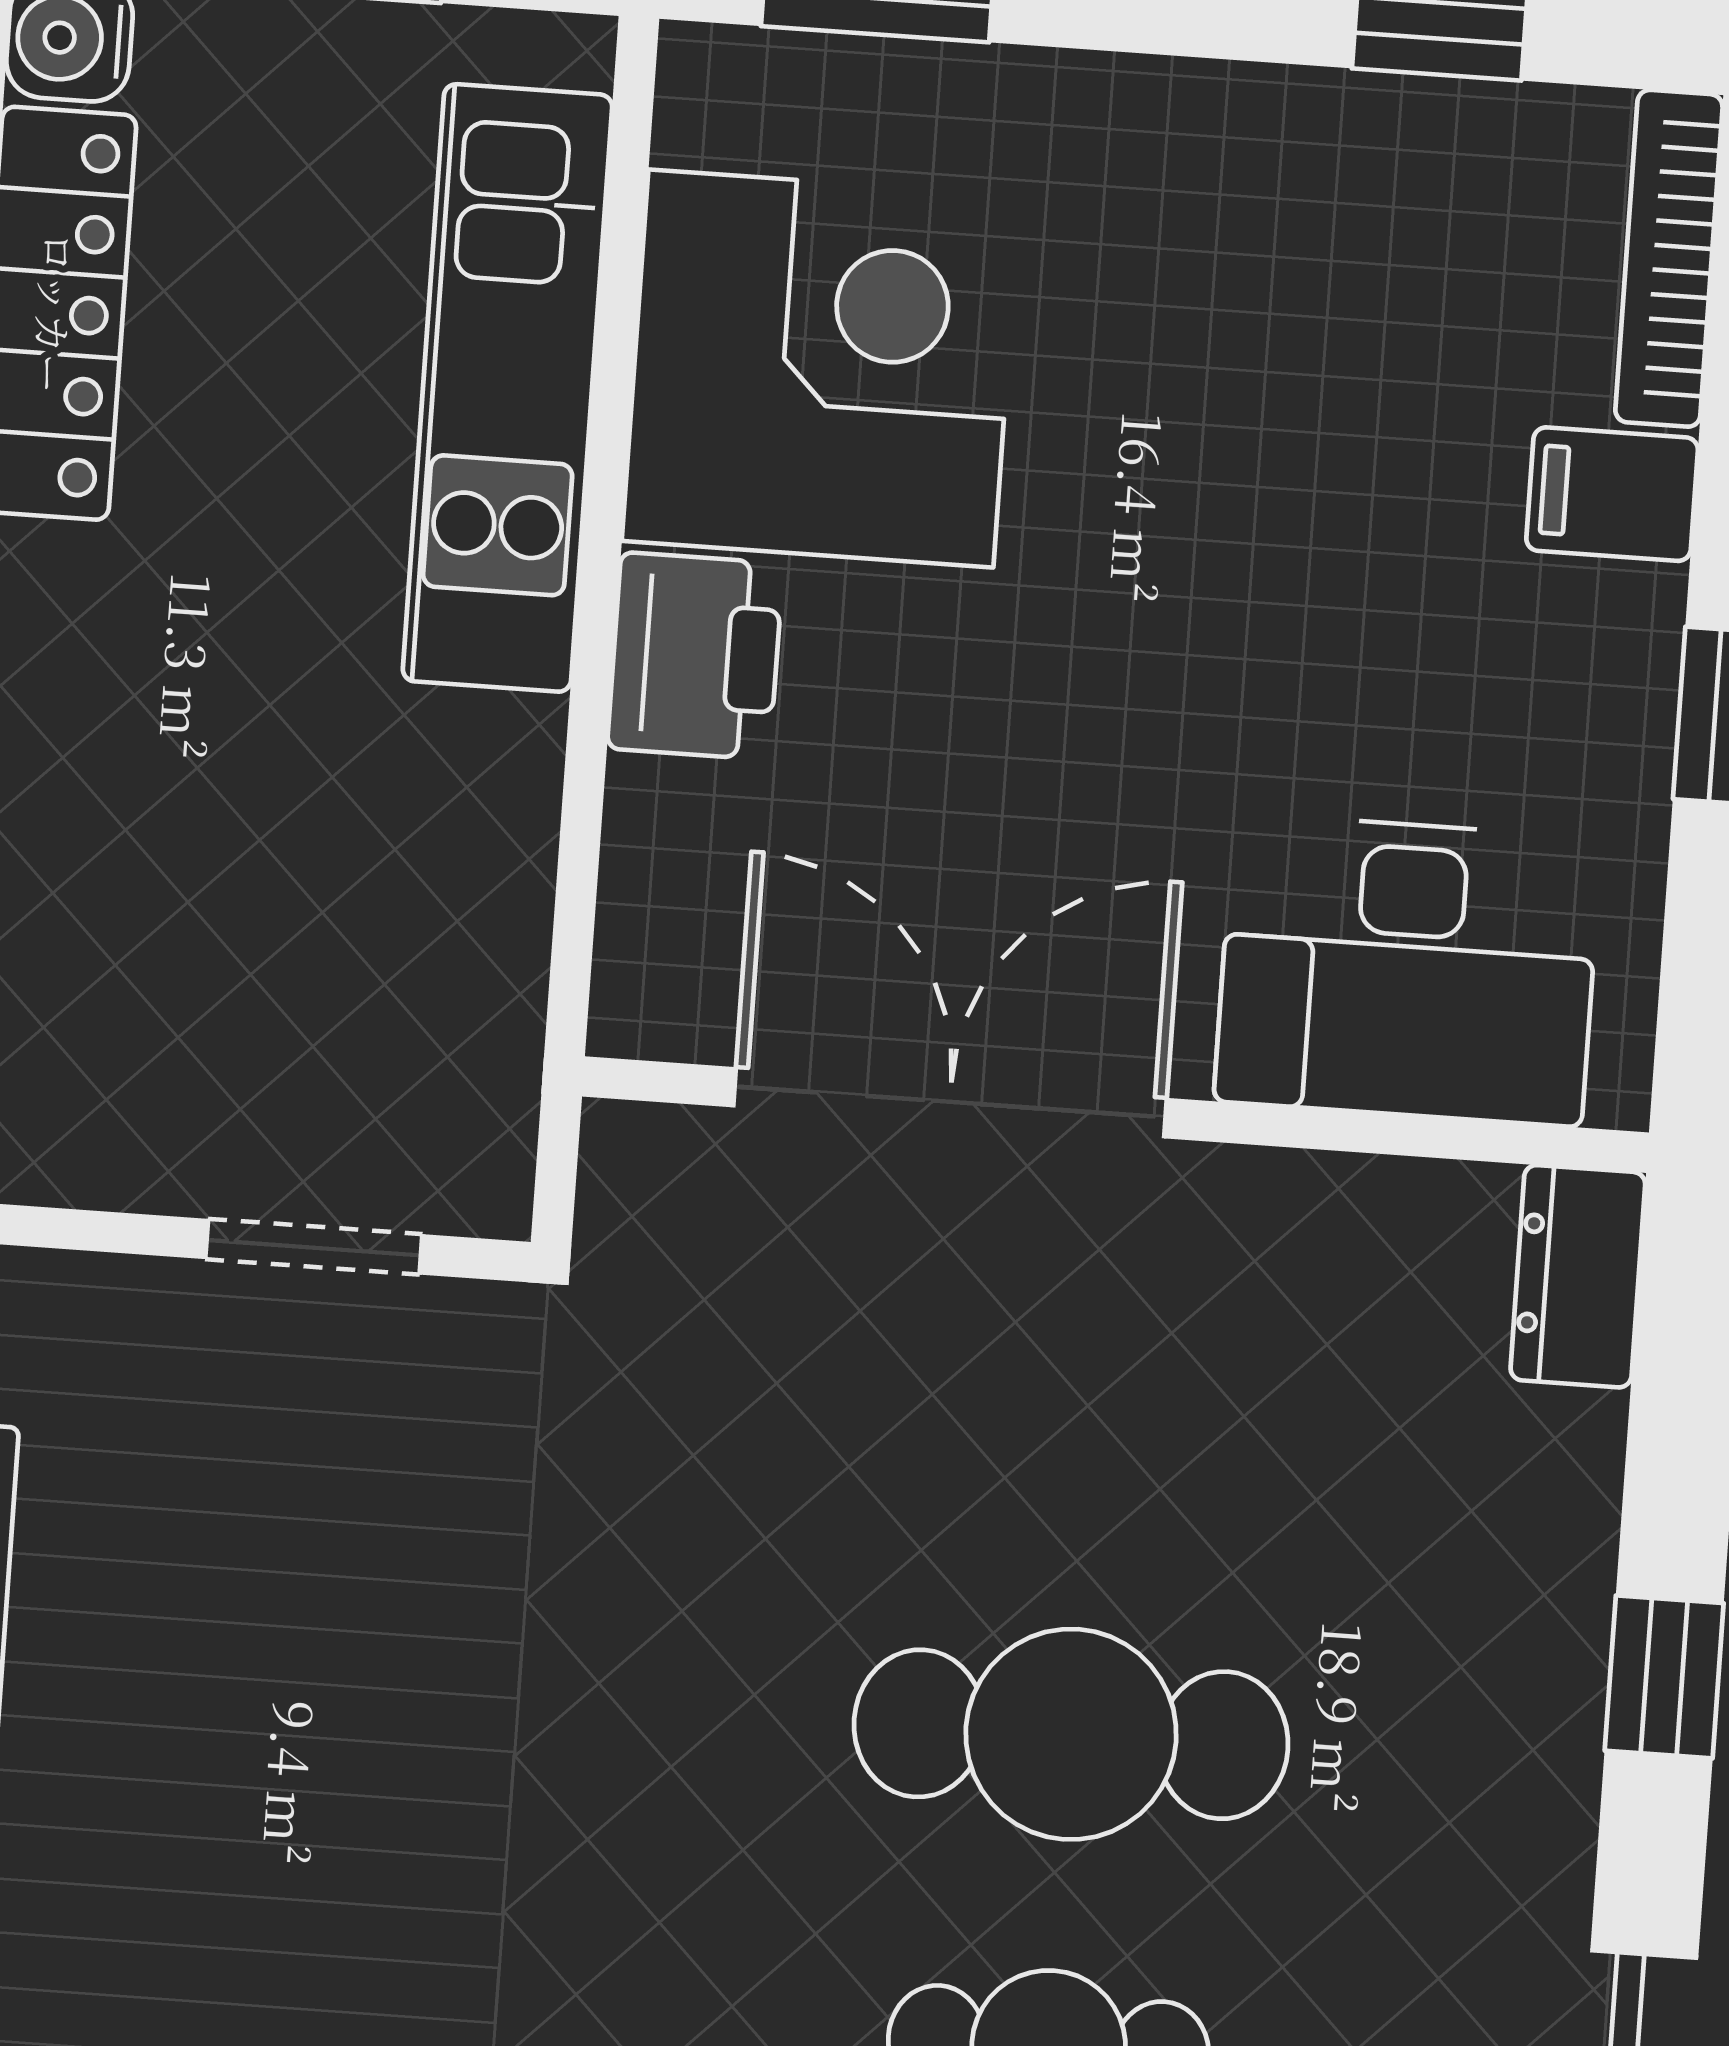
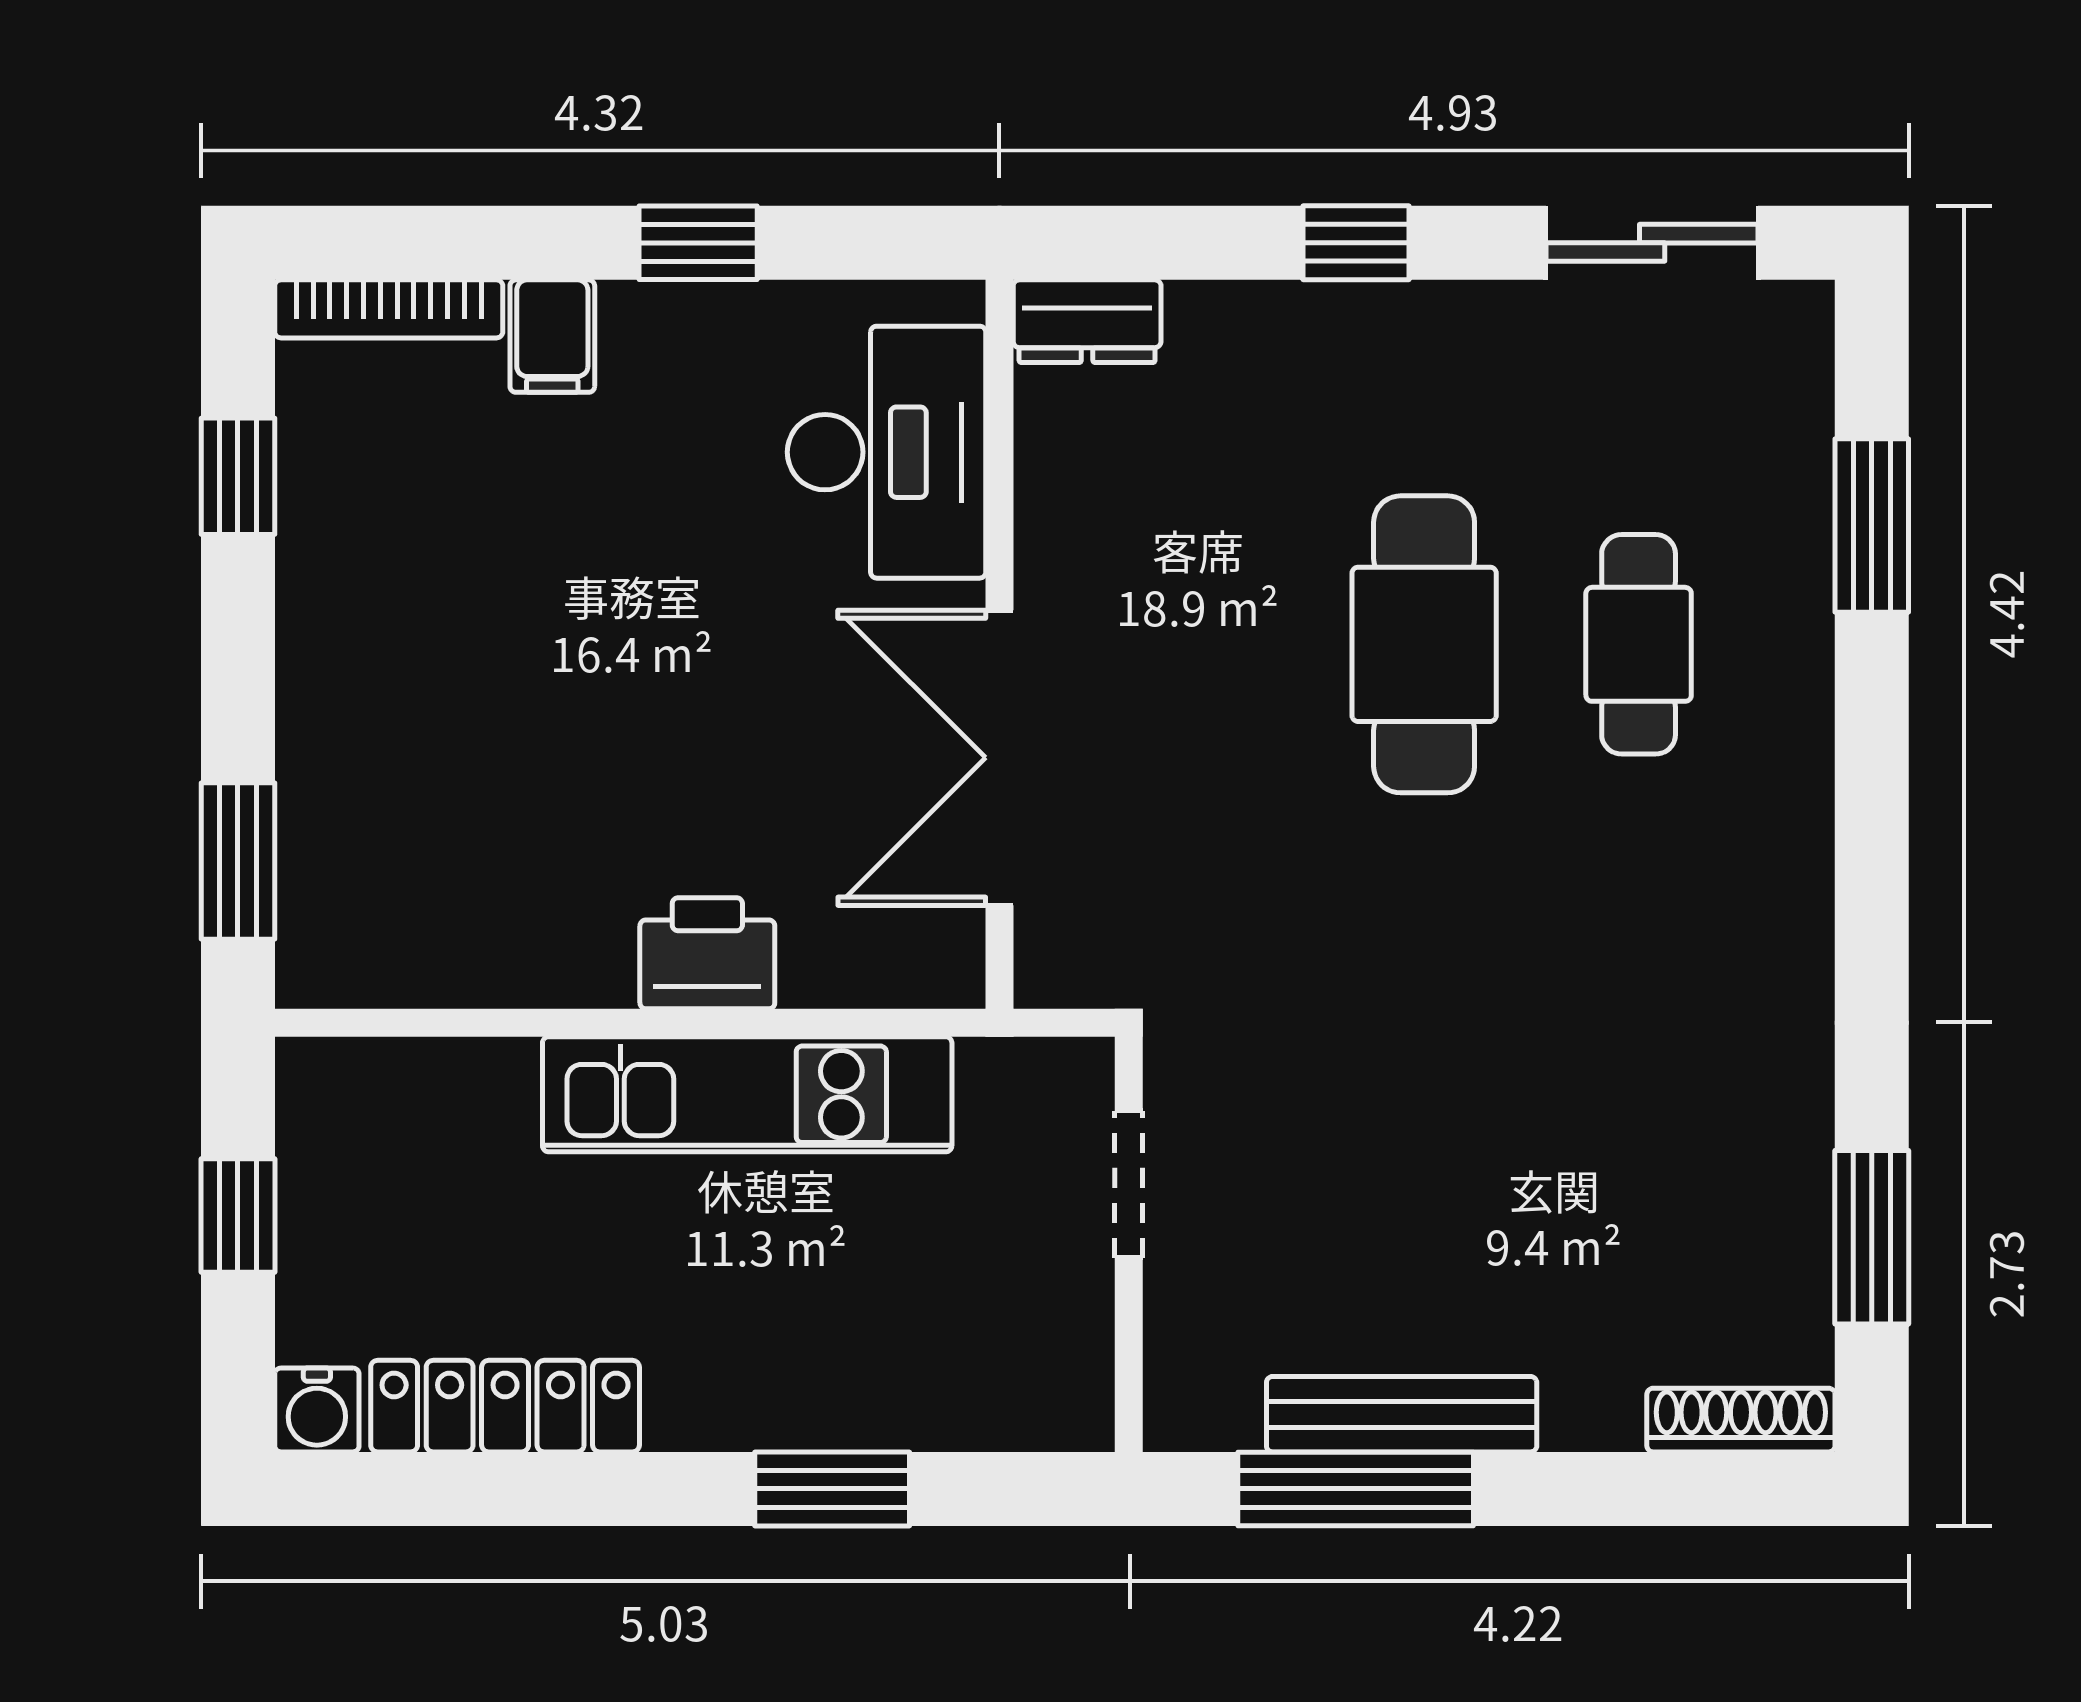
corner desk: (821, 368) -> (505, 882), removed
kitchen unit: (507, 388) -> (747, 1094), moved

